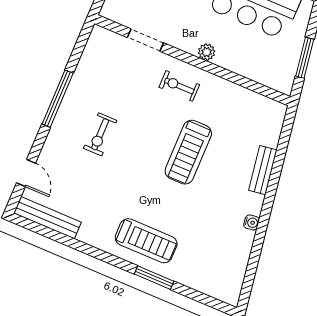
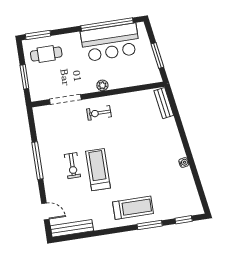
doorway: (145, 40) -> (65, 99), width x1.38
treadmill: (188, 152) -> (98, 170), moved, turned 180
bench: (263, 170) -> (164, 103), moved
window: (204, 299) -> (184, 220), added

